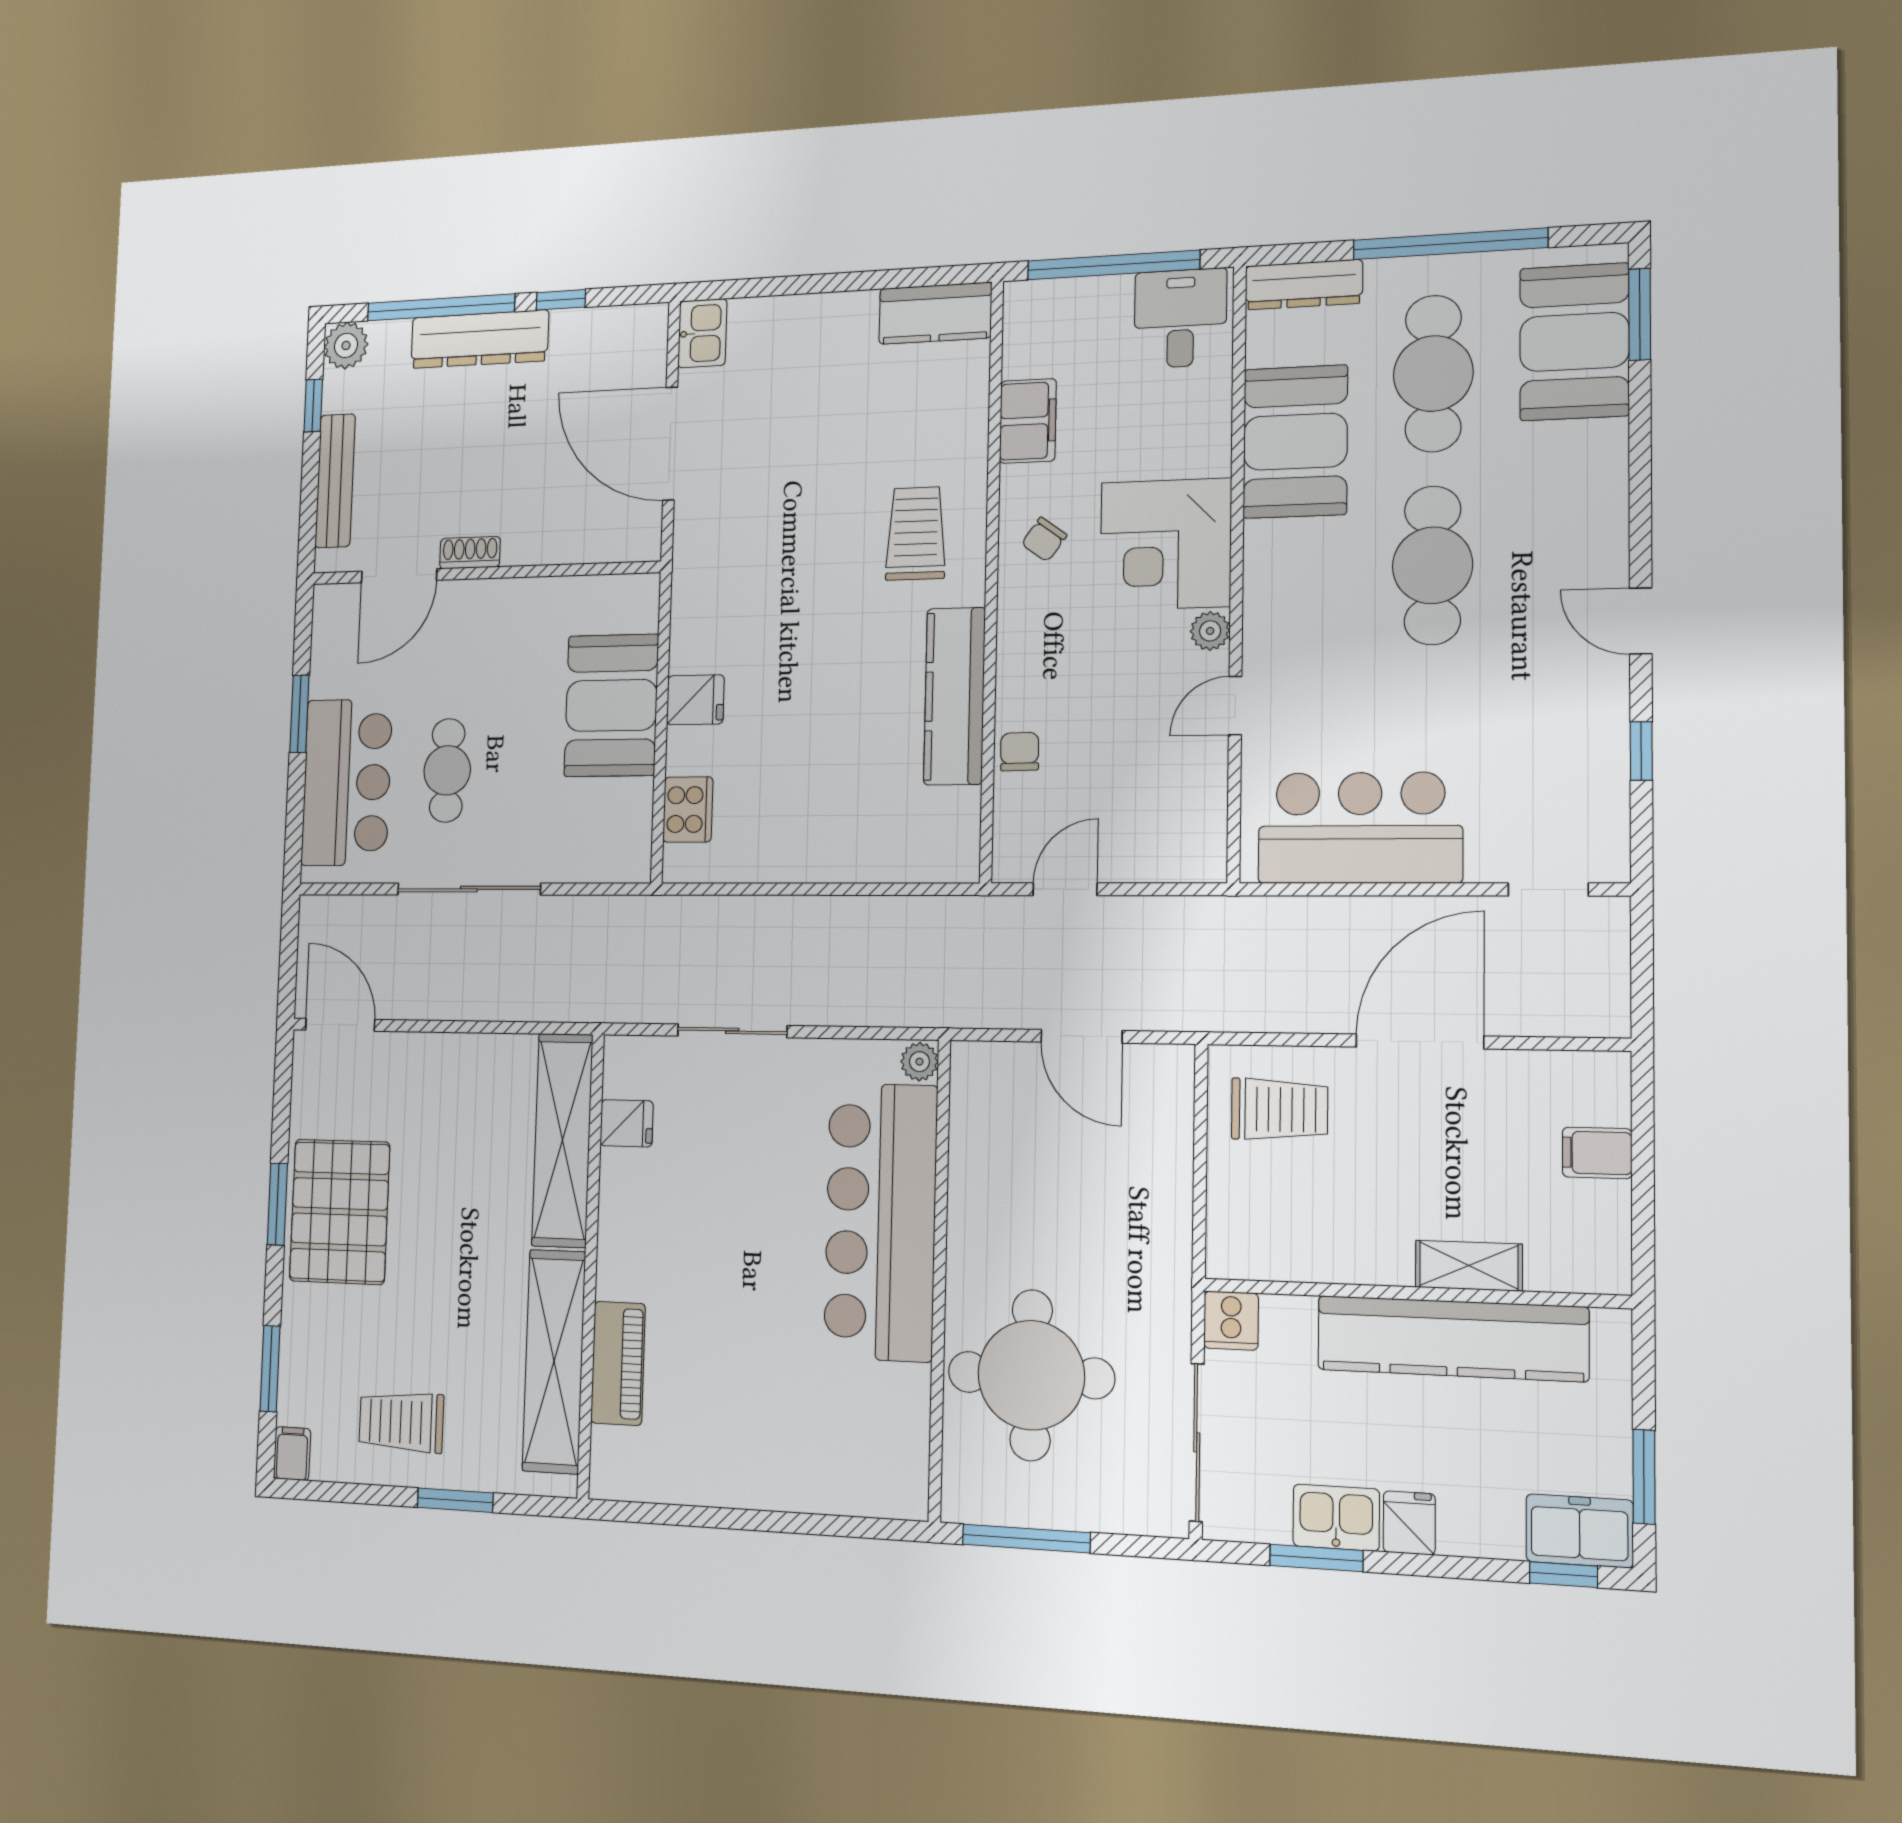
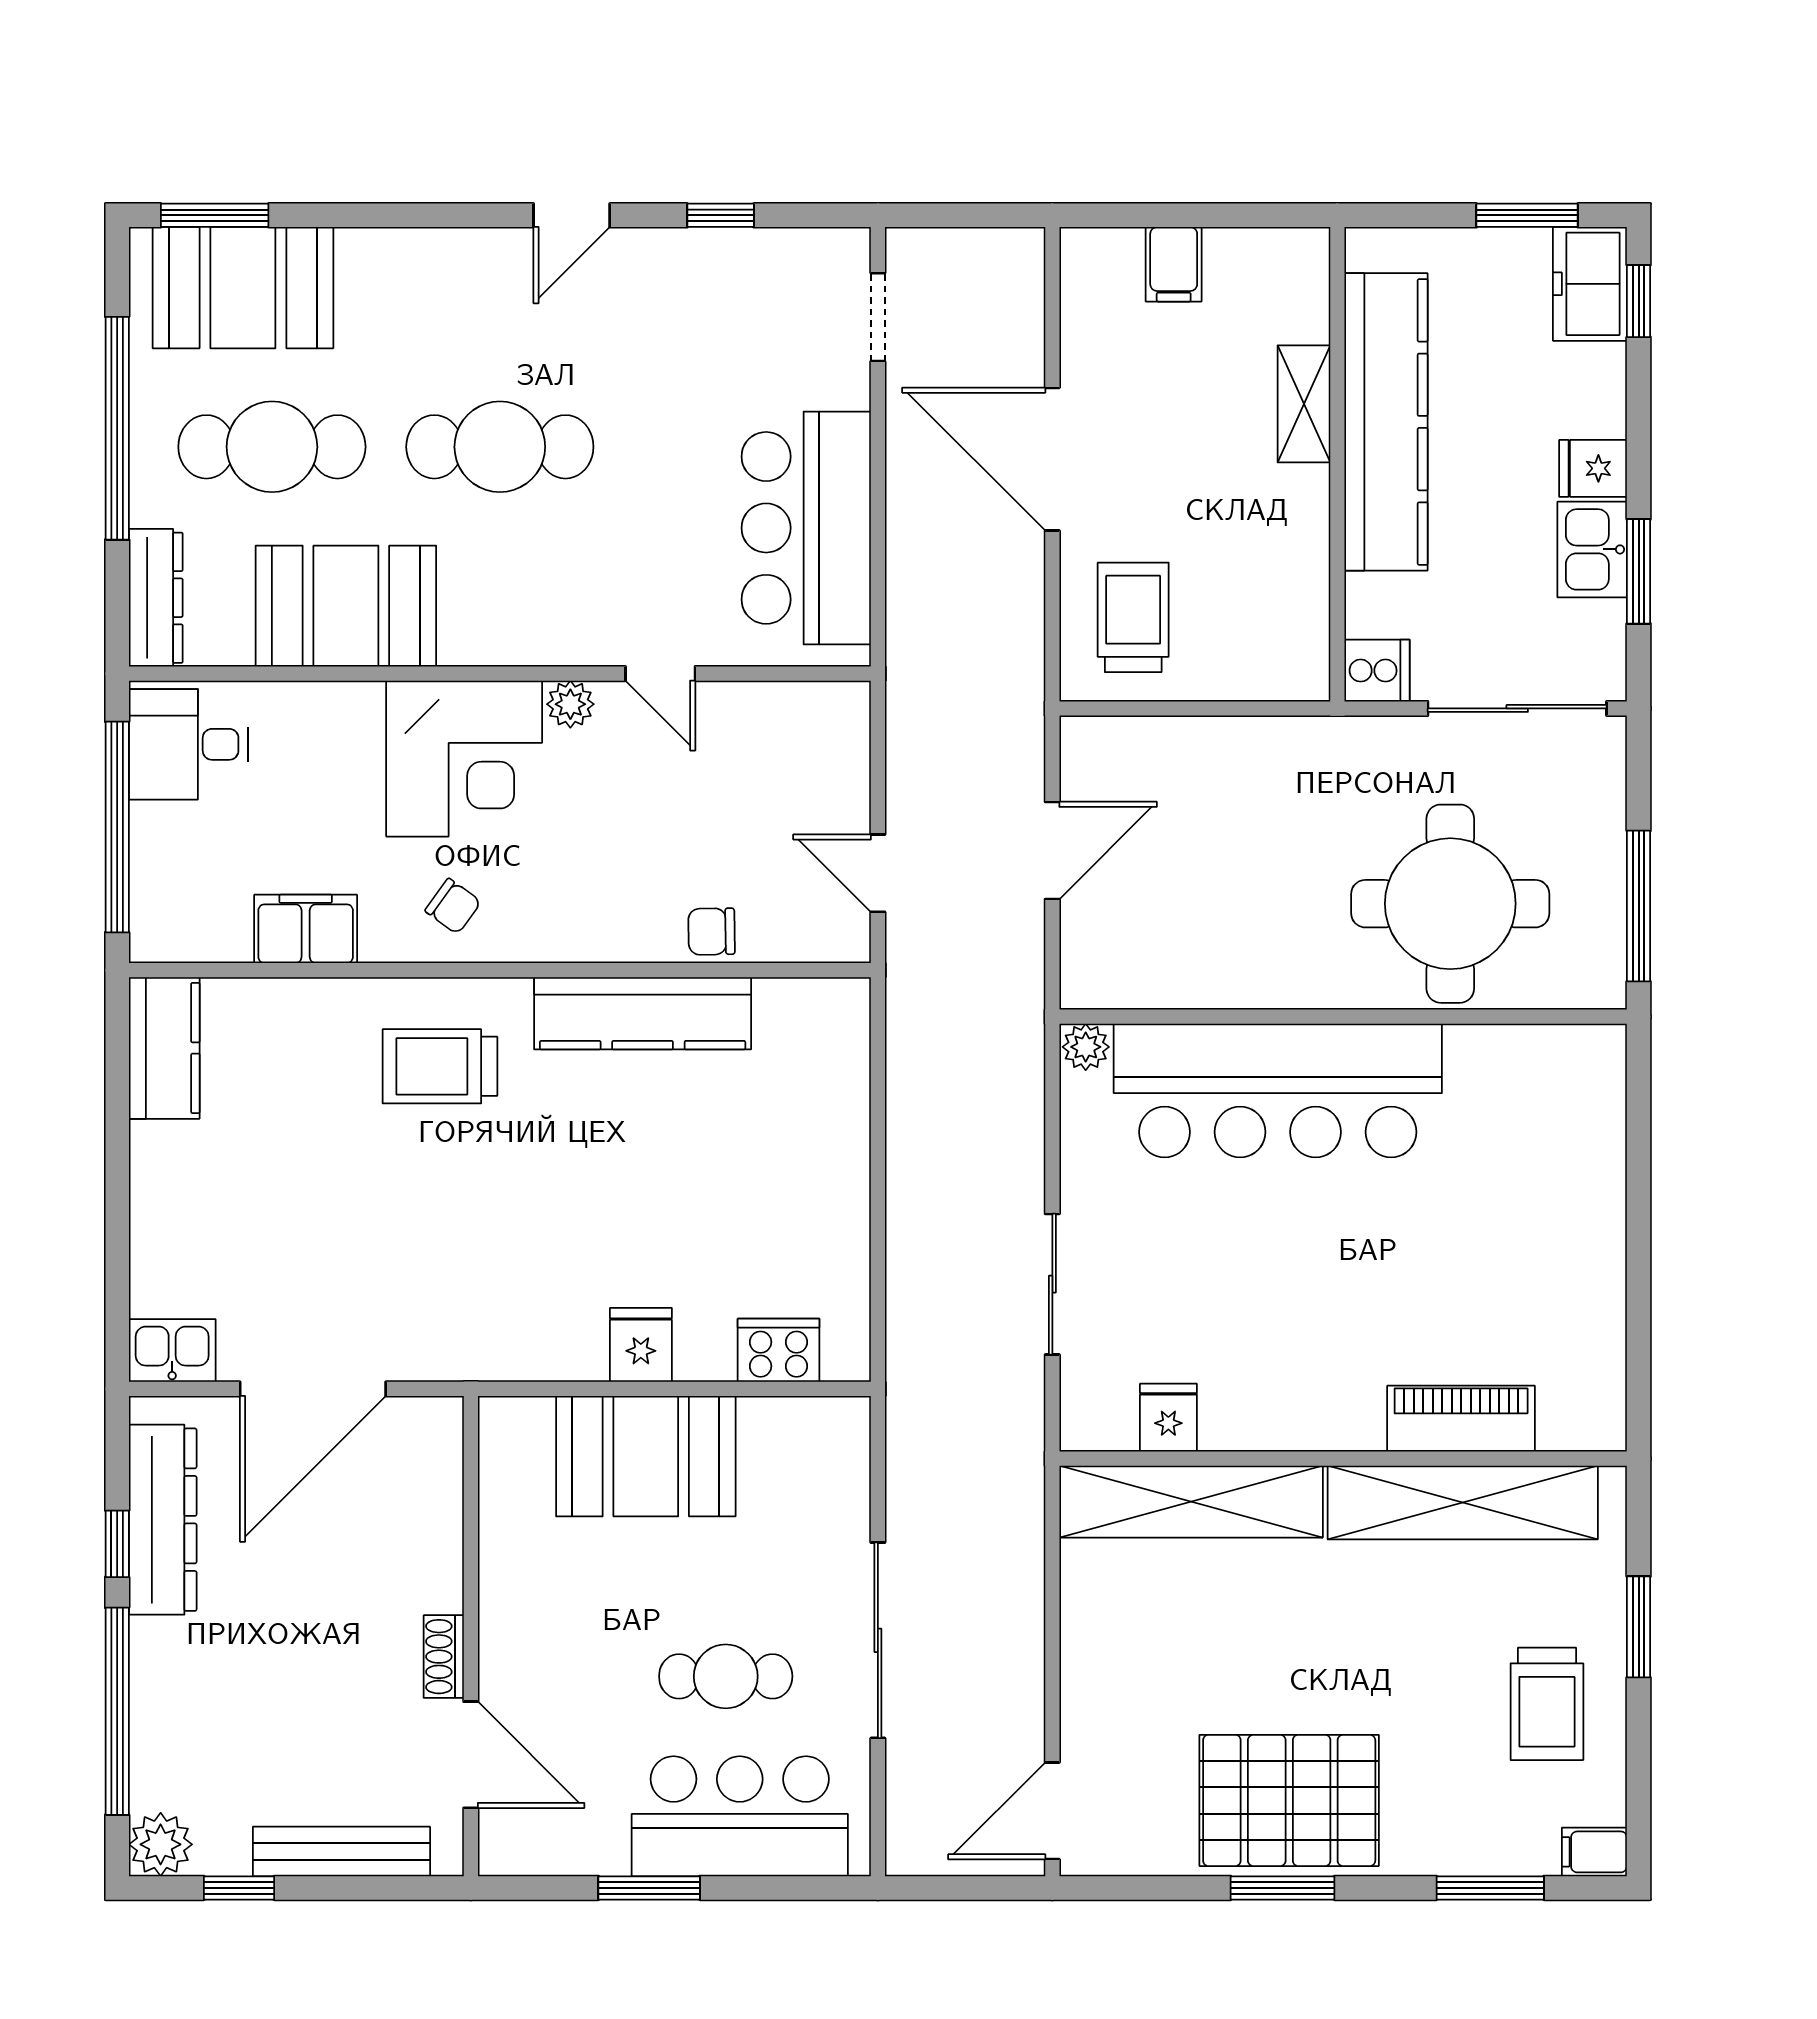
dresser: (480, 339) -> (163, 1520), moved

